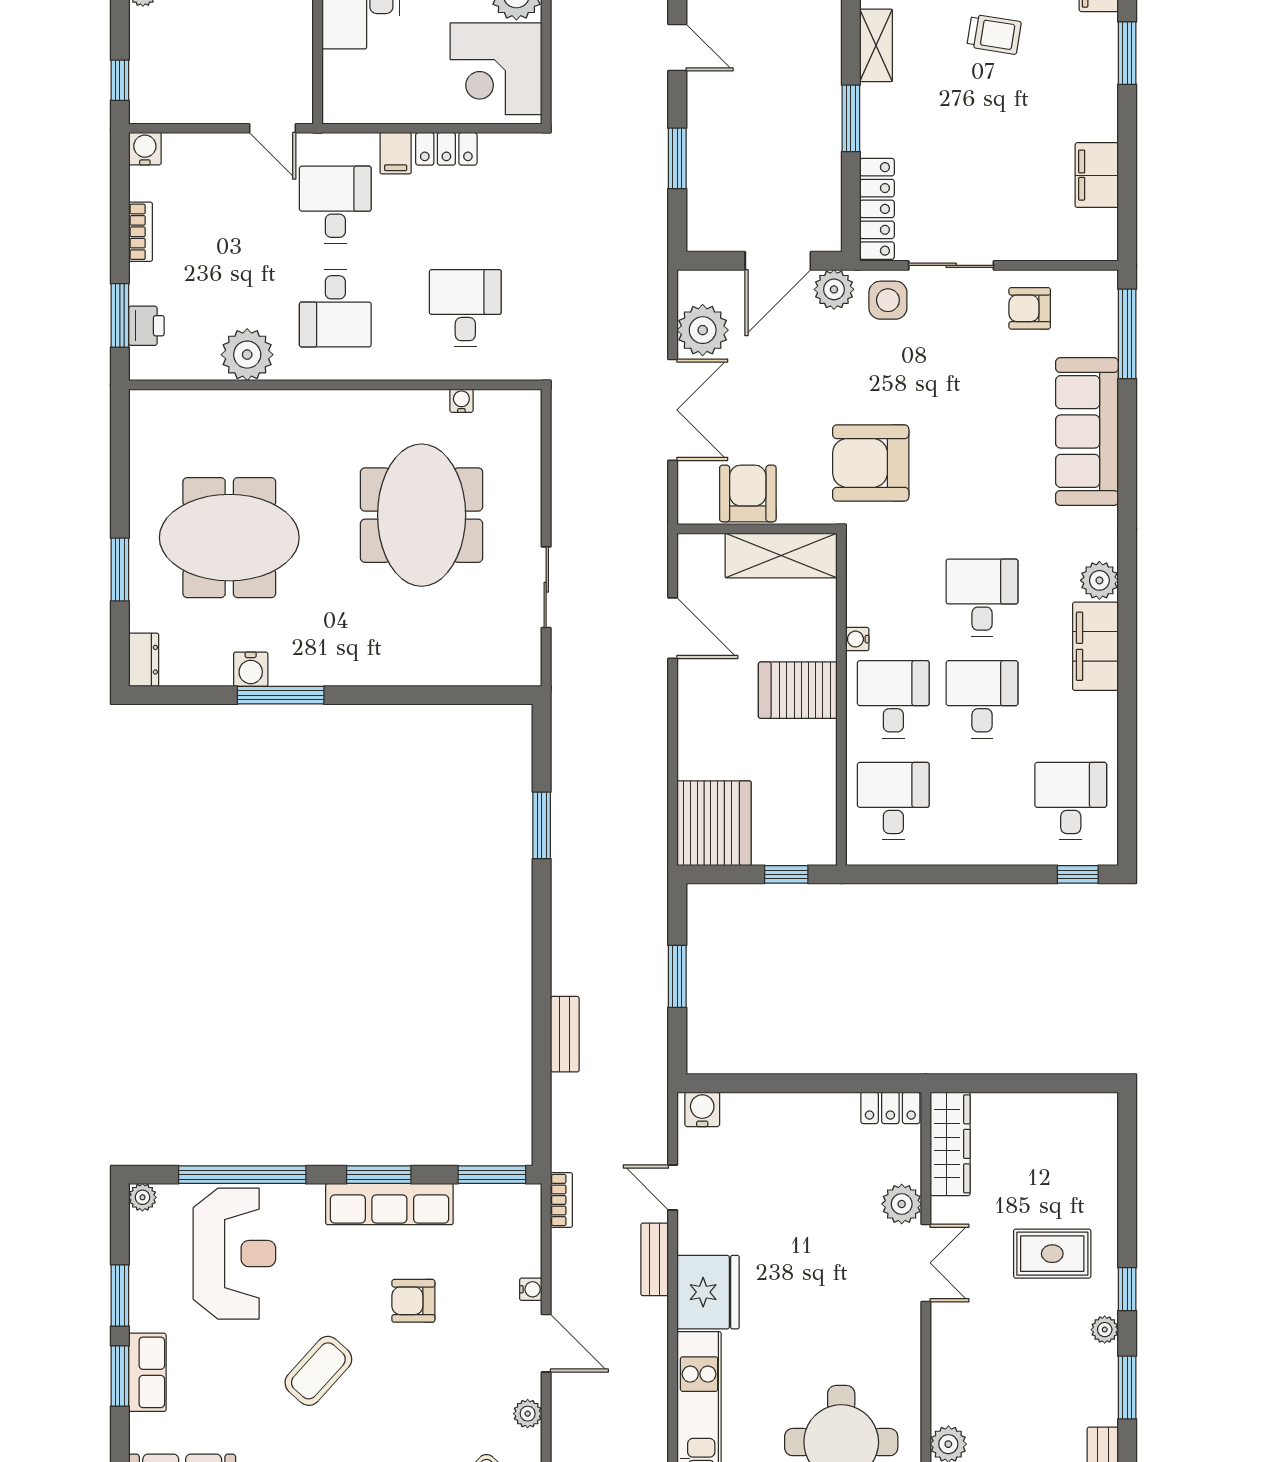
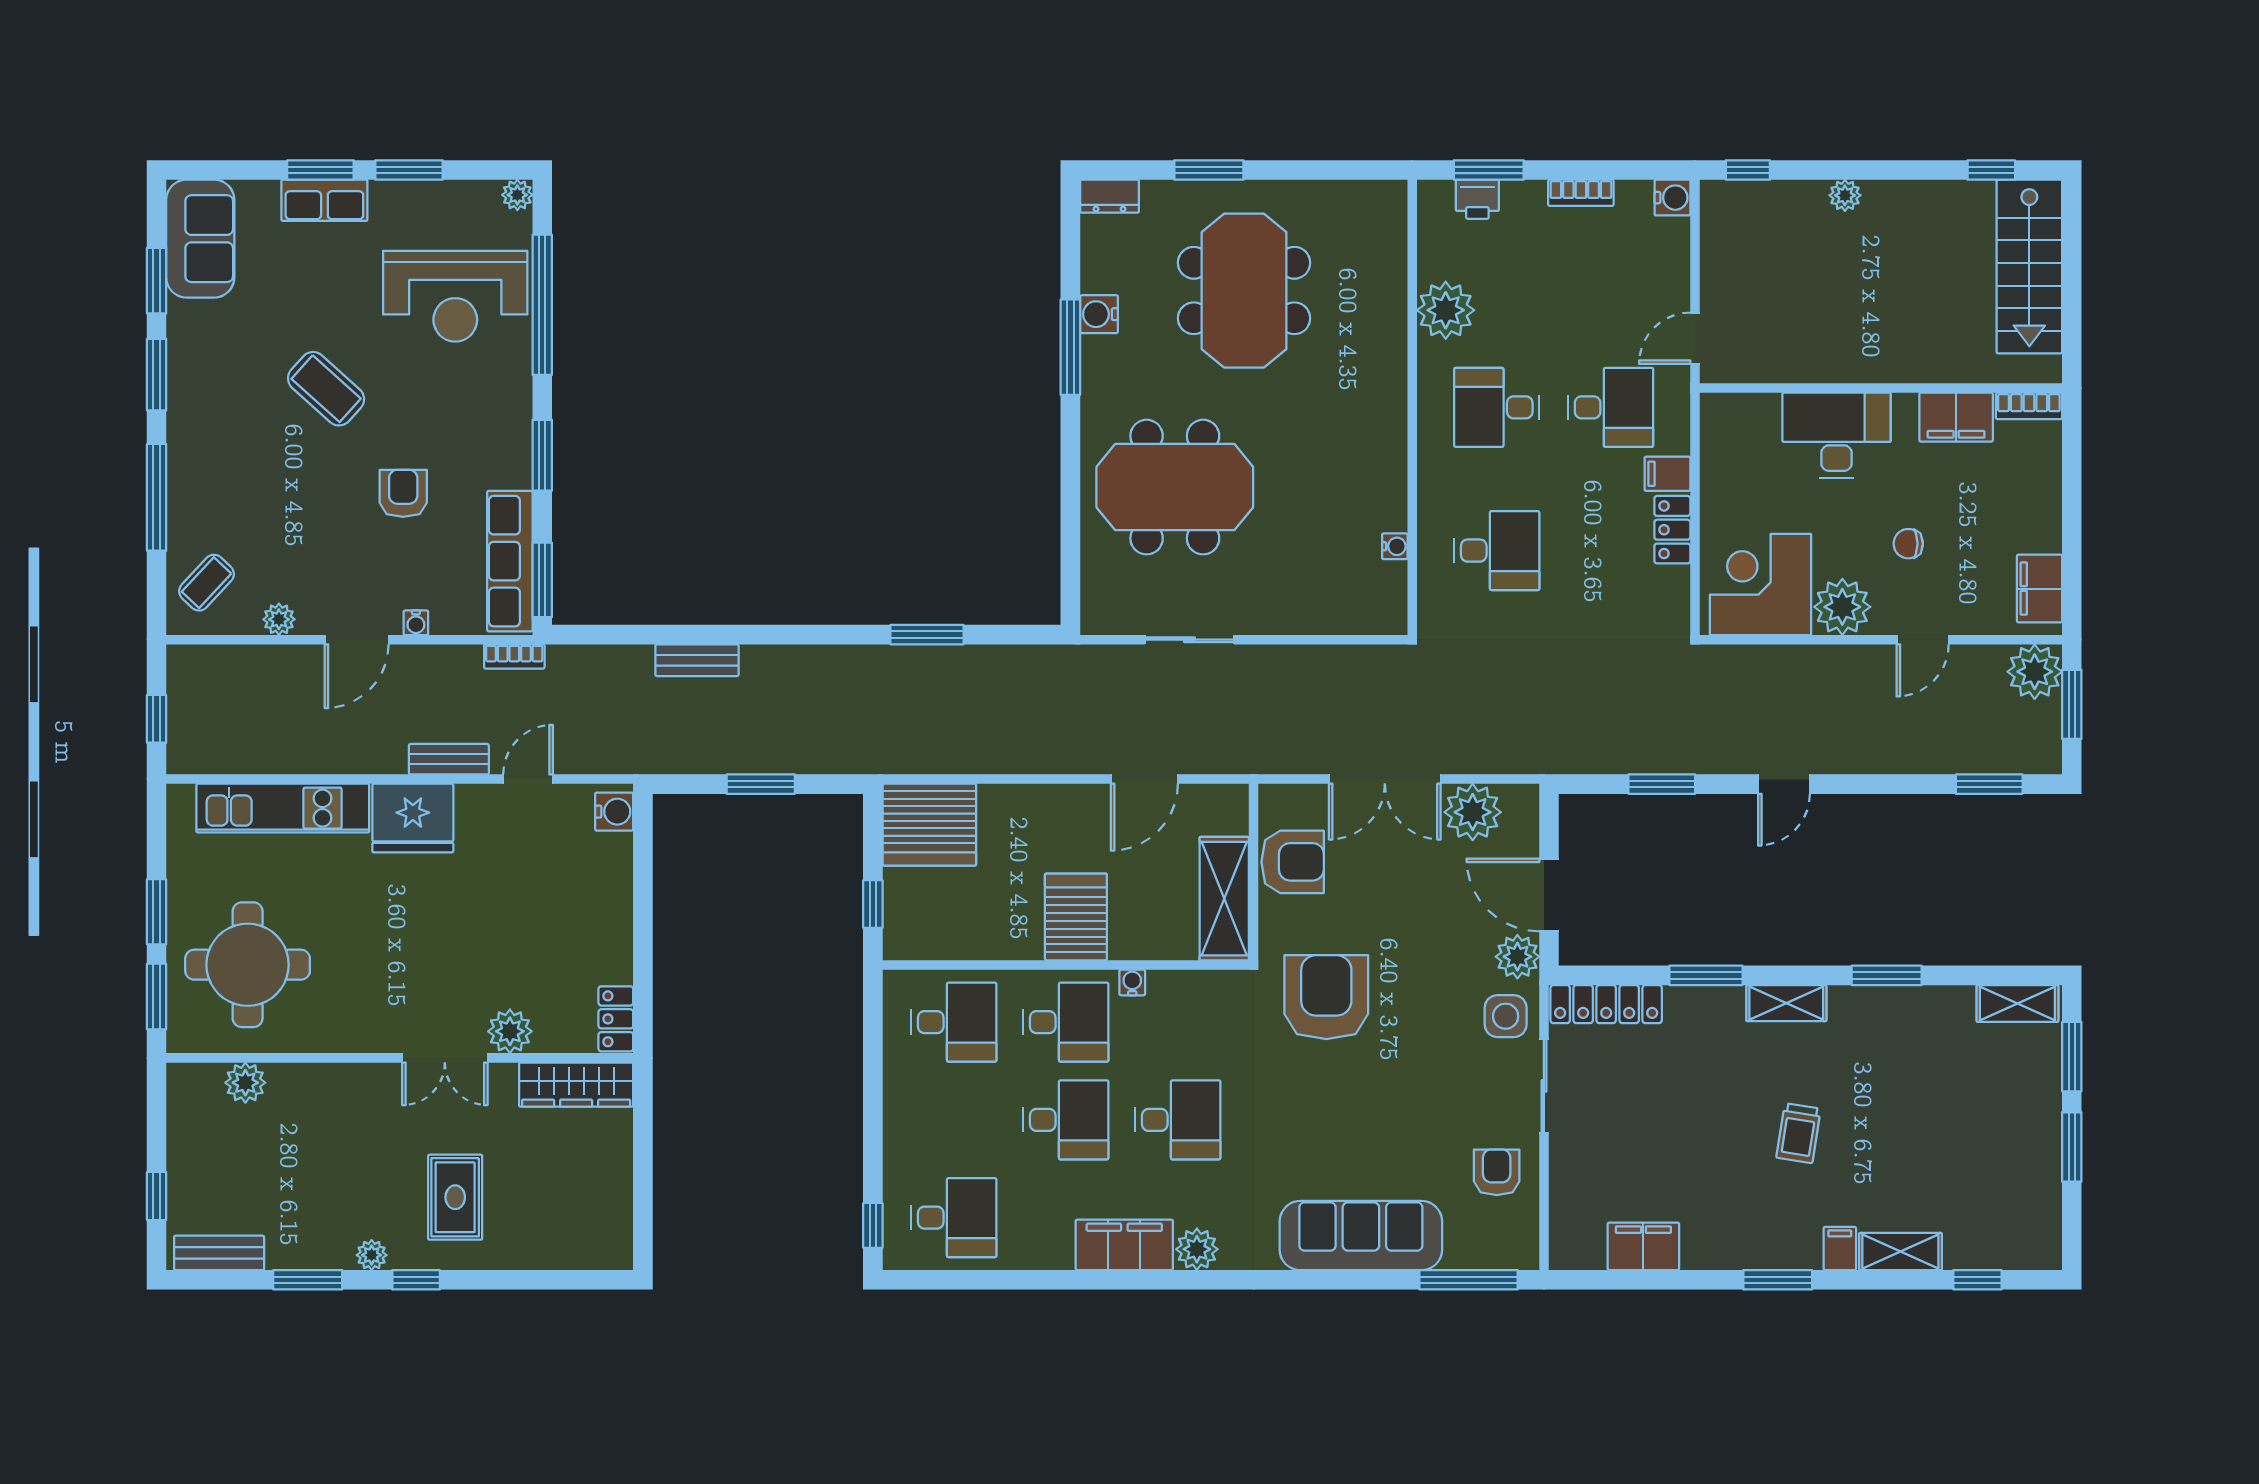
meeting table: (422, 515) -> (1175, 487), moved
row of seats: (389, 1204) -> (510, 561), moved

